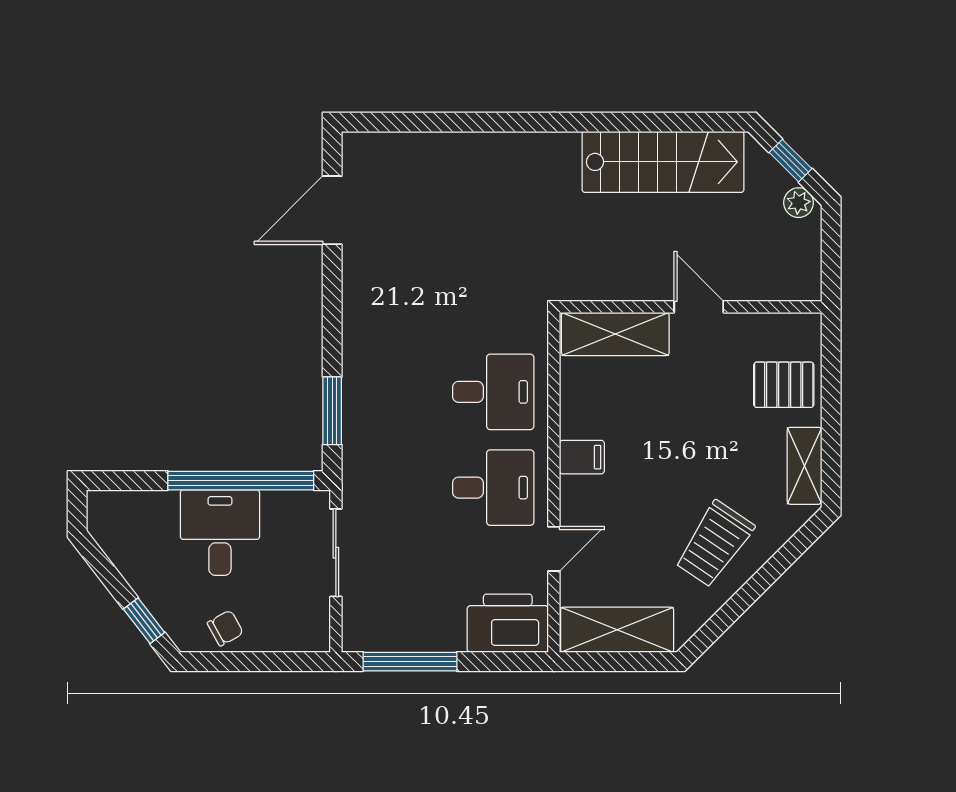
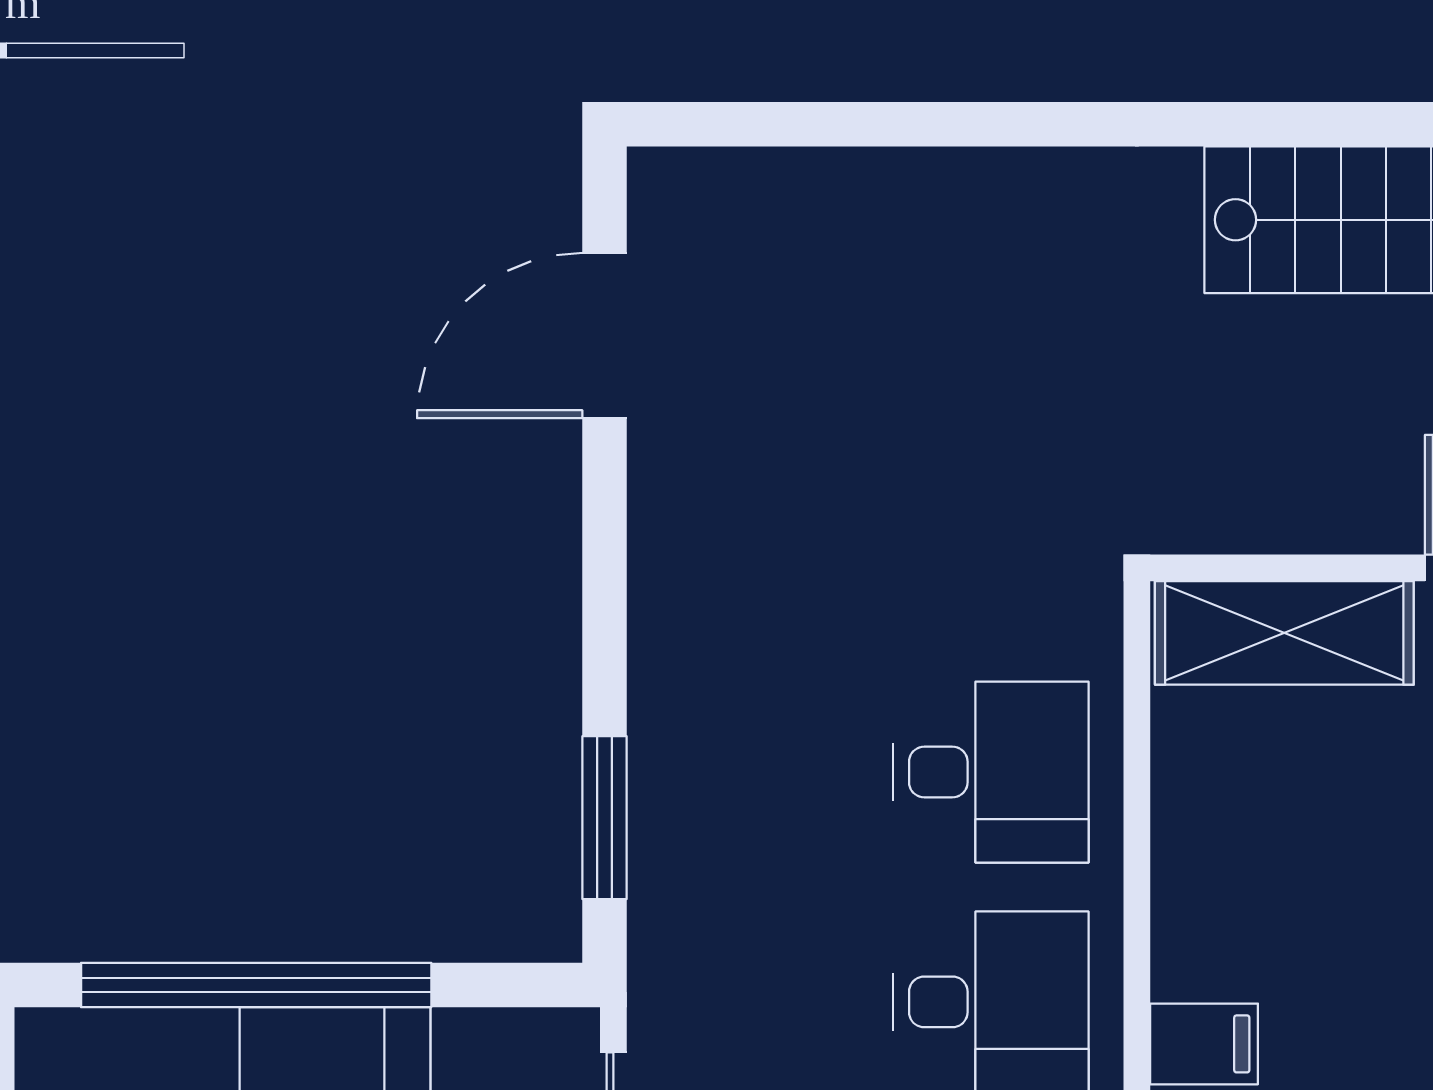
filing cabinet: (582, 457) -> (1204, 1044), moved
window: (241, 481) -> (256, 985), moved

